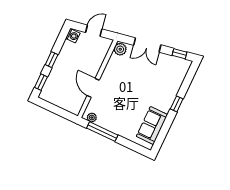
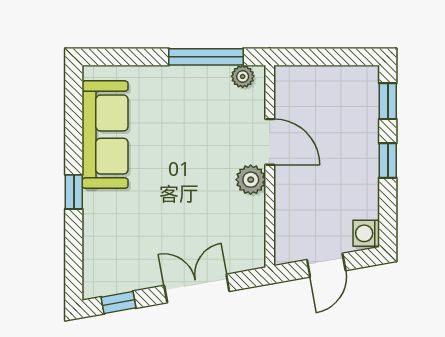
plant: (120, 49) -> (251, 180), moved
sofa: (152, 126) -> (105, 135), width x1.36

